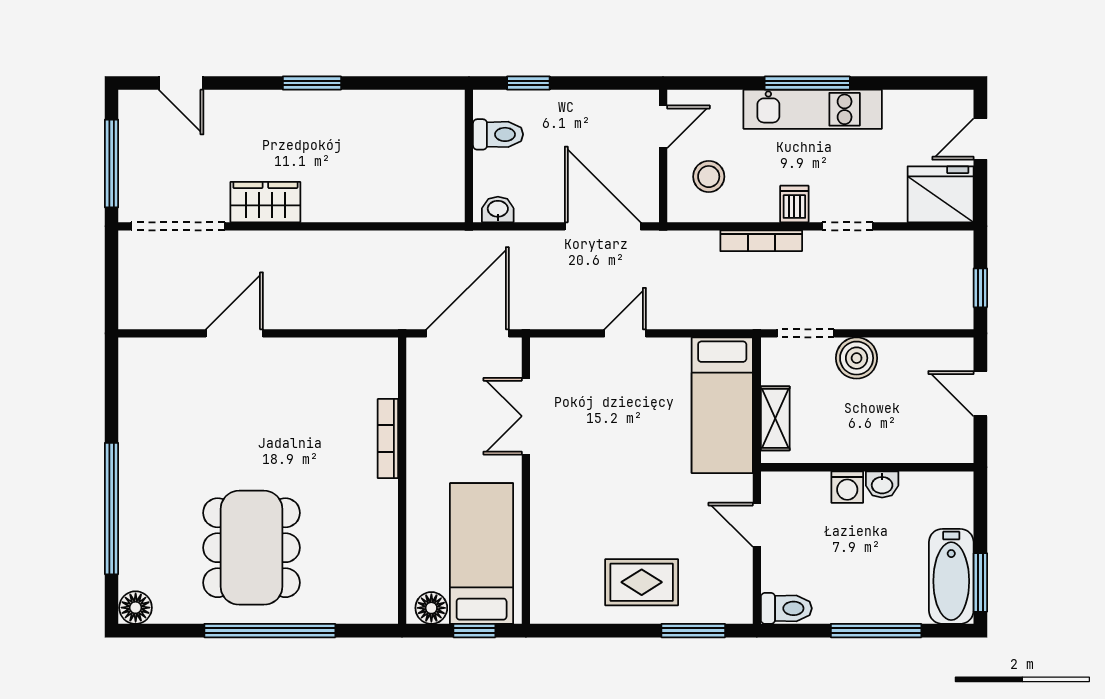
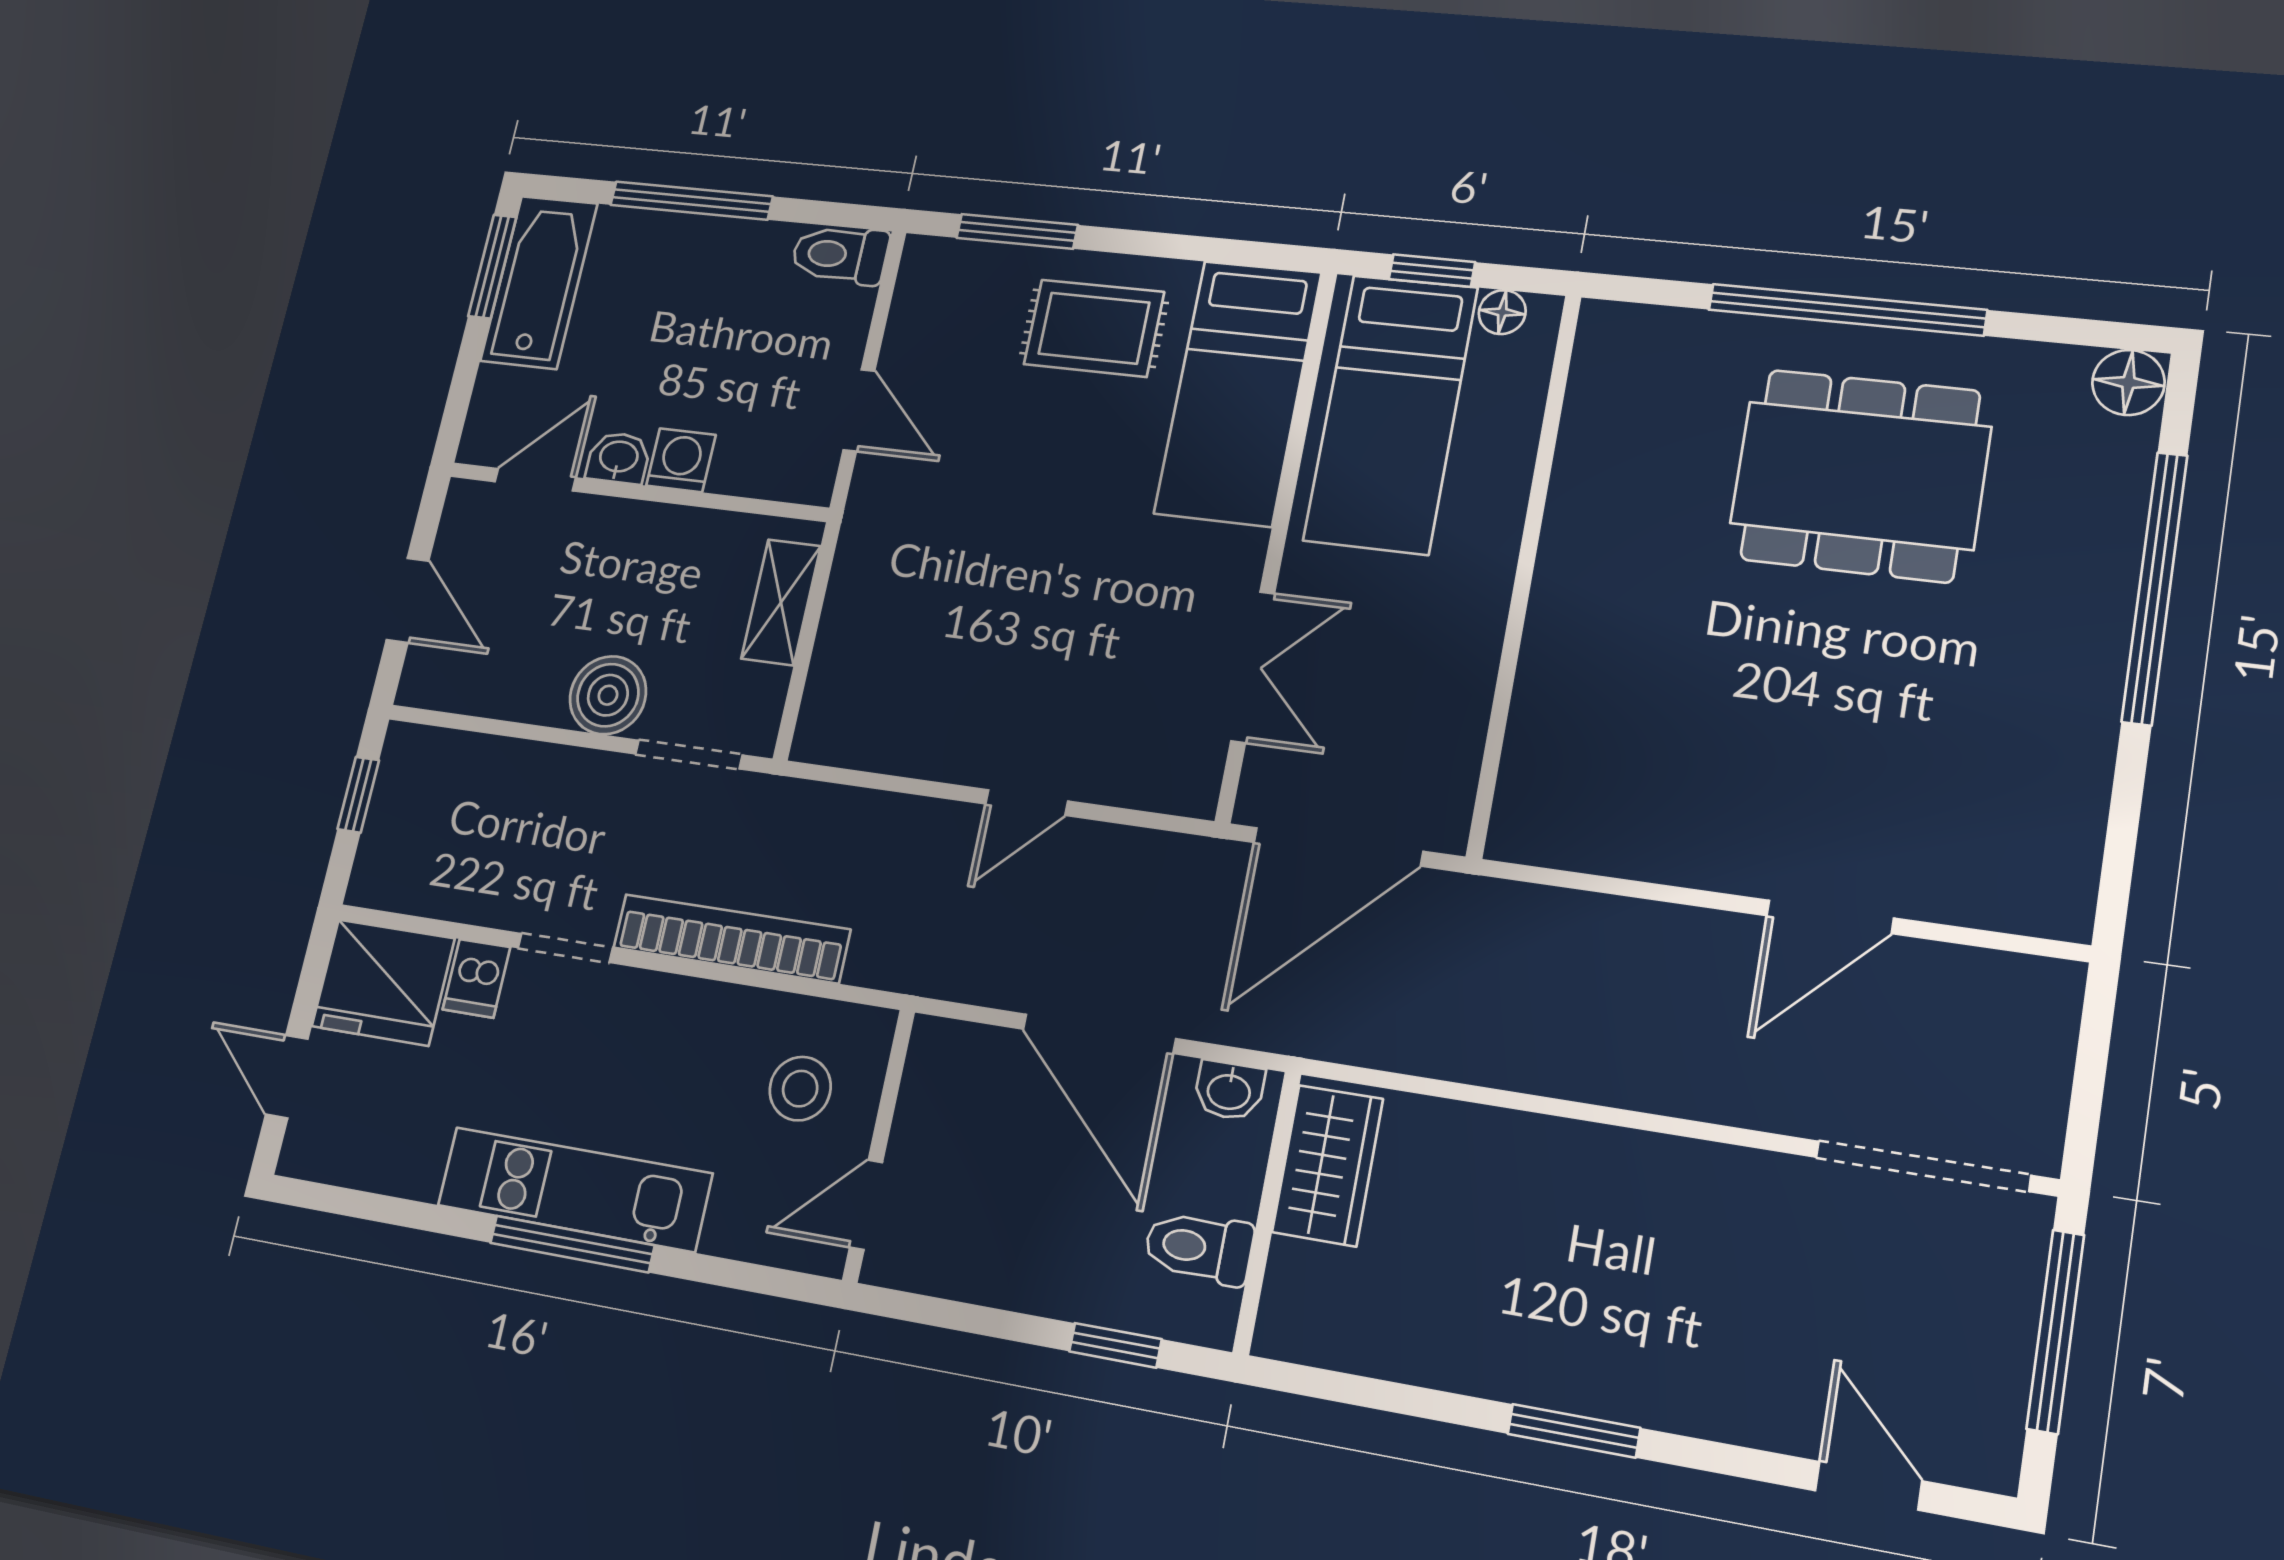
door: (980, 139) -> (287, 1077), swing flipped
wardrobe: (265, 202) -> (1328, 1165), moved, turned -90
dishwasher: (794, 204) -> (476, 978), moved
door: (603, 226) -> (1099, 1034), moved
bookcase: (761, 241) -> (731, 939), width x1.48, depth x1.31
bed: (722, 405) -> (1238, 393), moved, turned 180
bookcase: (388, 439) -> (1539, 658), removed
door: (926, 467) -> (535, 480), added
dining table: (252, 548) -> (1860, 475), turned 90
floor lamp: (431, 608) -> (1502, 312), width x0.73, depth x0.73

